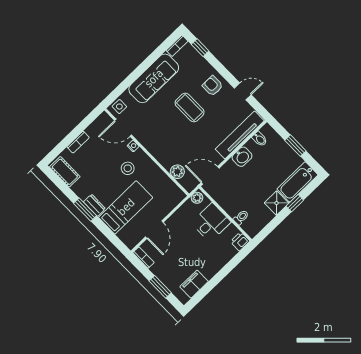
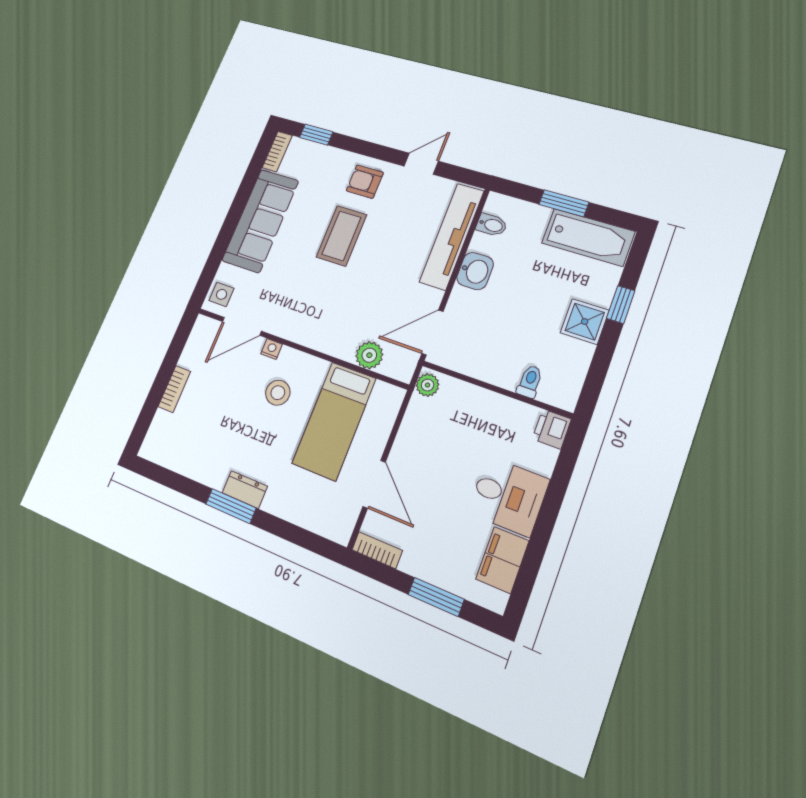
coffee table: (190, 108) -> (341, 236), turned 90
cot: (65, 172) -> (170, 453), removed
bathtub: (297, 182) -> (588, 237), moved, turned -90
bed: (126, 207) -> (334, 421), moved, turned 180
desk: (211, 222) -> (508, 496), moved, turned 90

